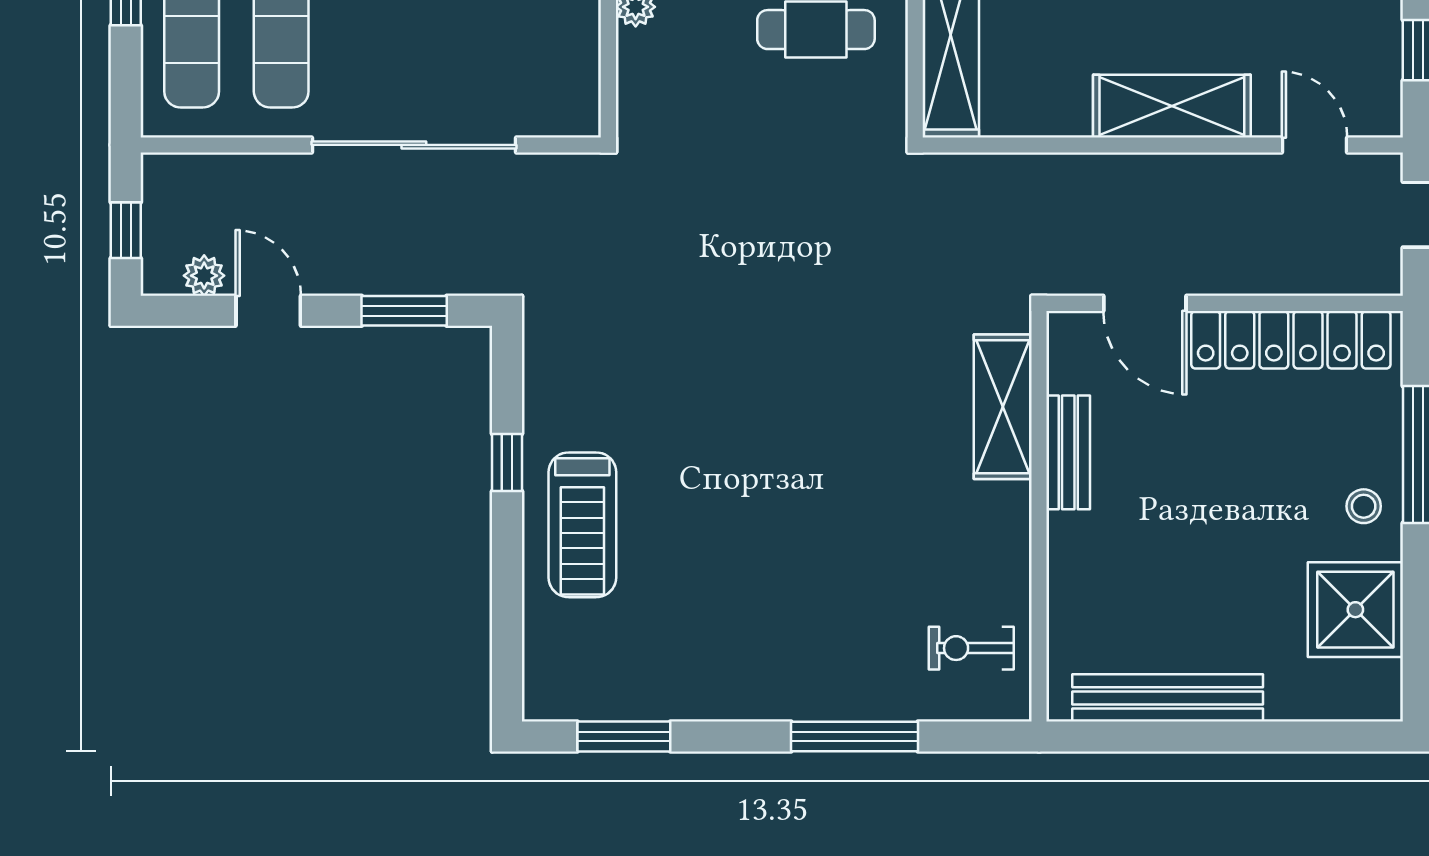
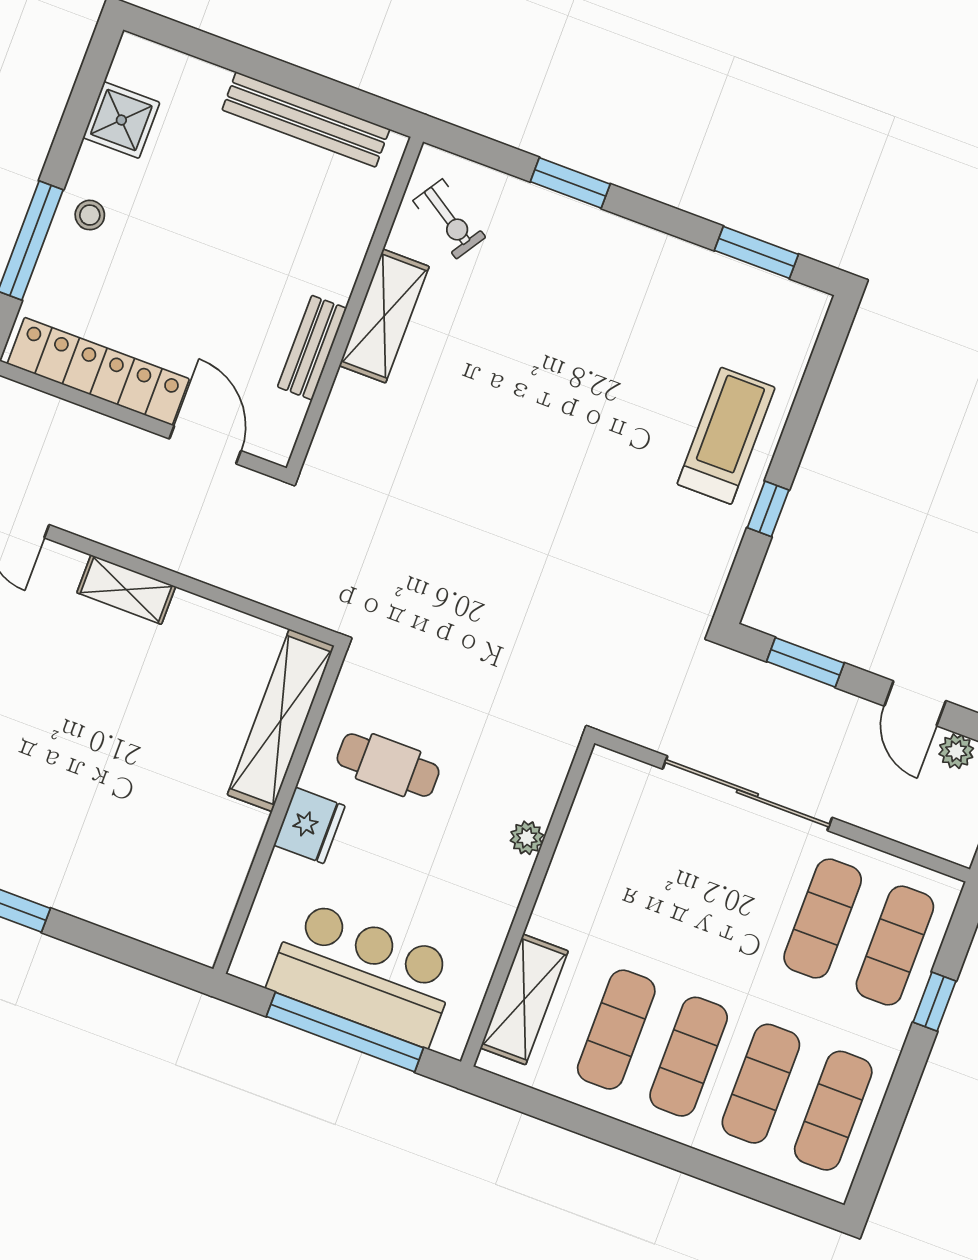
shelving: (1172, 106) -> (126, 590), width x0.67, depth x0.75
shelving: (1003, 407) -> (384, 316), moved
shower: (1355, 610) -> (121, 120), width x0.73, depth x0.73
exercise bike: (971, 648) -> (449, 219), turned 33
window: (855, 736) -> (570, 183), width x0.69

